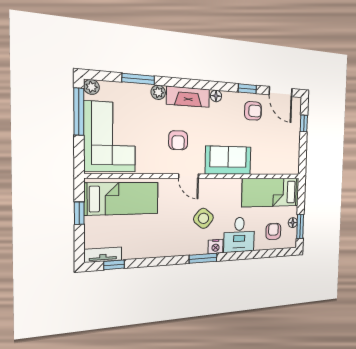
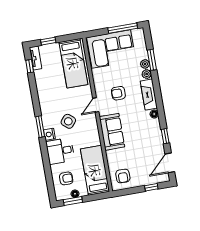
plant: (91, 87) -> (145, 64), moved
armchair: (253, 111) -> (123, 176), moved
window: (79, 213) -> (48, 41), moved

